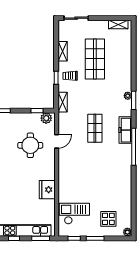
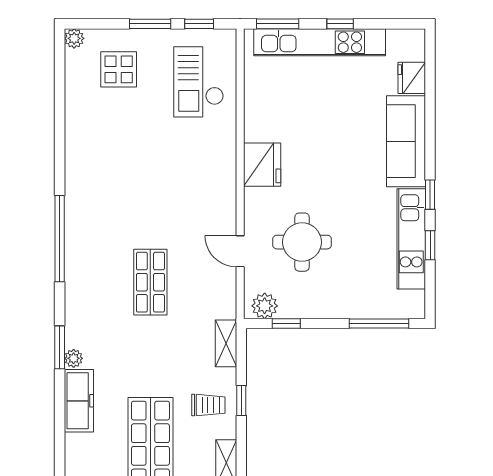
freezer: (125, 130) -> (79, 401), moved
door: (57, 141) -> (240, 251), hinge flipped
fridge: (47, 190) -> (262, 165), moved
checkout: (74, 214) -> (199, 82), turned 90

